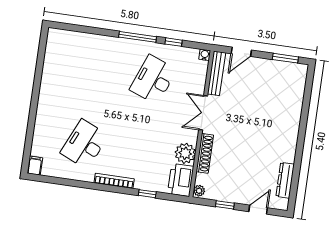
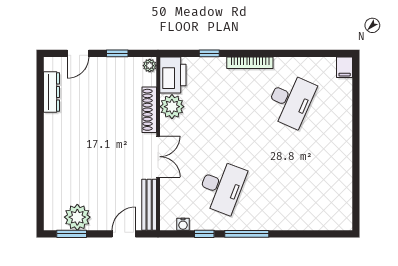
water cooler: (205, 55) -> (183, 224), moved
plant: (279, 71) -> (77, 217), added

